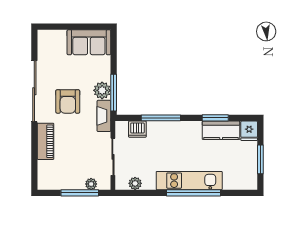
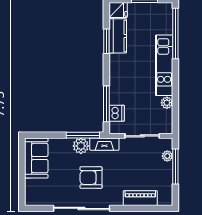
armchair: (68, 101) -> (91, 178), turned 180
window: (161, 118) -> (106, 104), moved
piano: (45, 141) -> (140, 198), moved
plant: (135, 183) -> (167, 103), moved
window: (194, 193) -> (175, 33), moved

